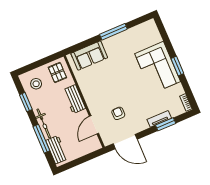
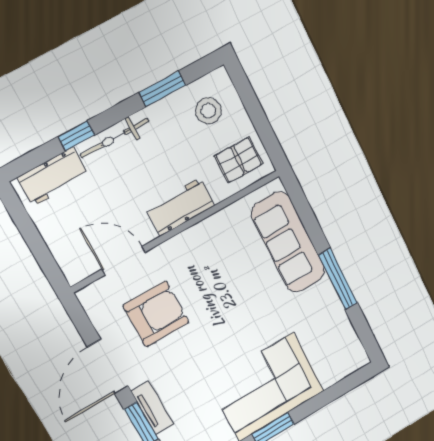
sofa: (89, 56) -> (288, 242), width x1.36
armchair: (118, 113) -> (156, 314), width x1.88, depth x1.88
window: (41, 139) -> (76, 136), width x0.46
door: (125, 142) -> (108, 367), moved

